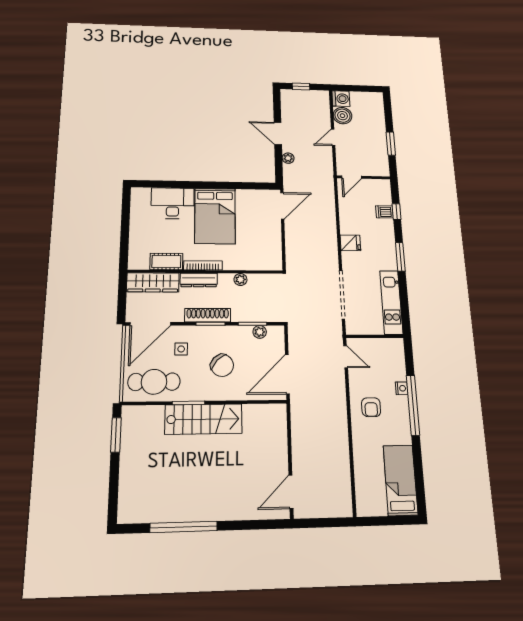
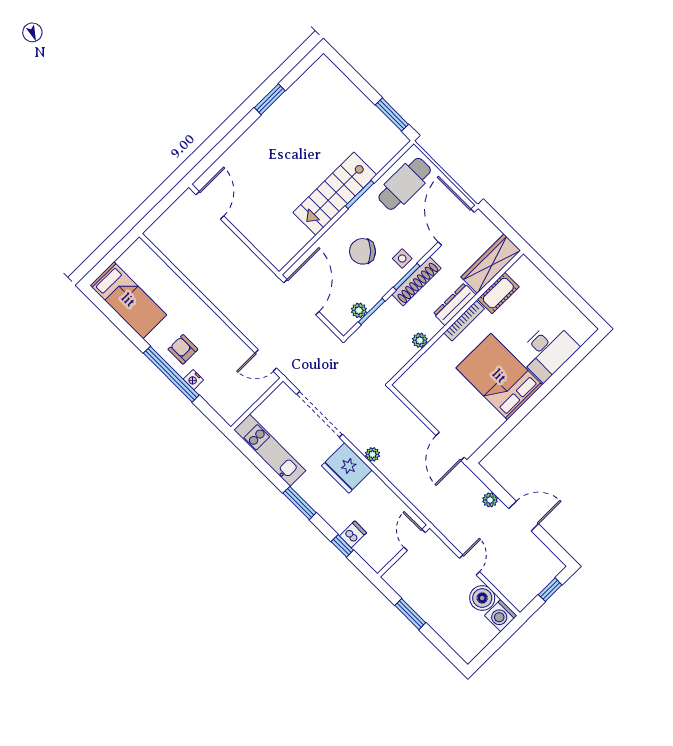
plant: (332, 243) -> (372, 454), added
fridge: (350, 243) -> (347, 468), width x1.88, depth x1.34
side table: (181, 349) -> (402, 258), moved
armchair: (371, 407) -> (183, 349), moved
window: (184, 527) -> (270, 99), width x0.47

